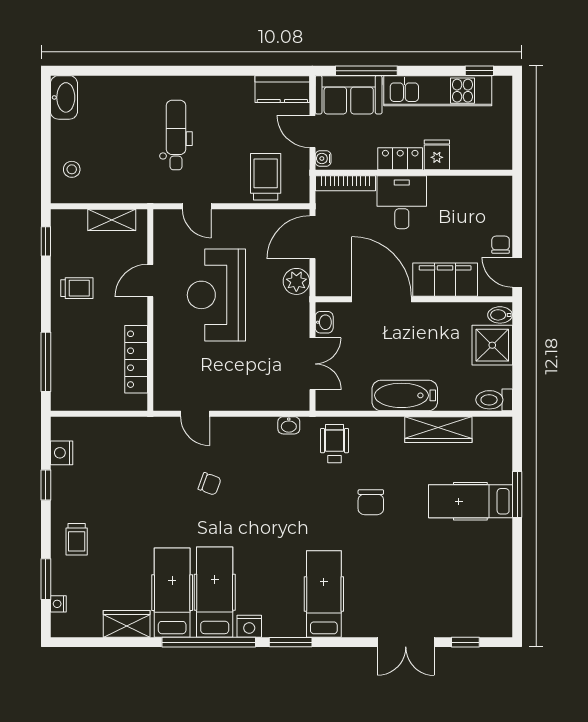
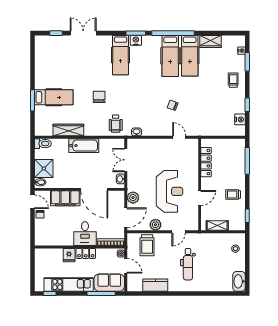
kitchen counter: (282, 89) -> (155, 285), moved
door: (197, 206) -> (178, 232), swing flipped
plant: (247, 222) -> (155, 225), added
nightstand: (249, 626) -> (136, 40), moved

